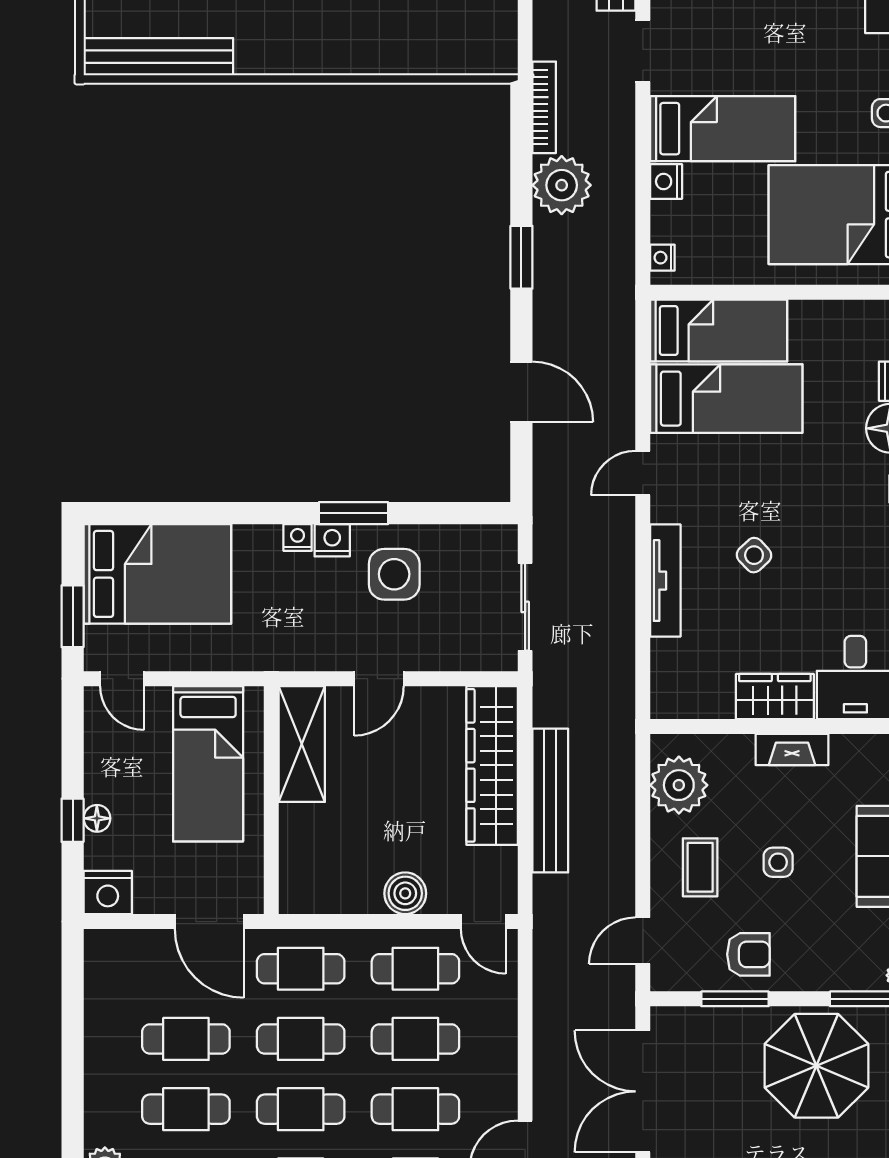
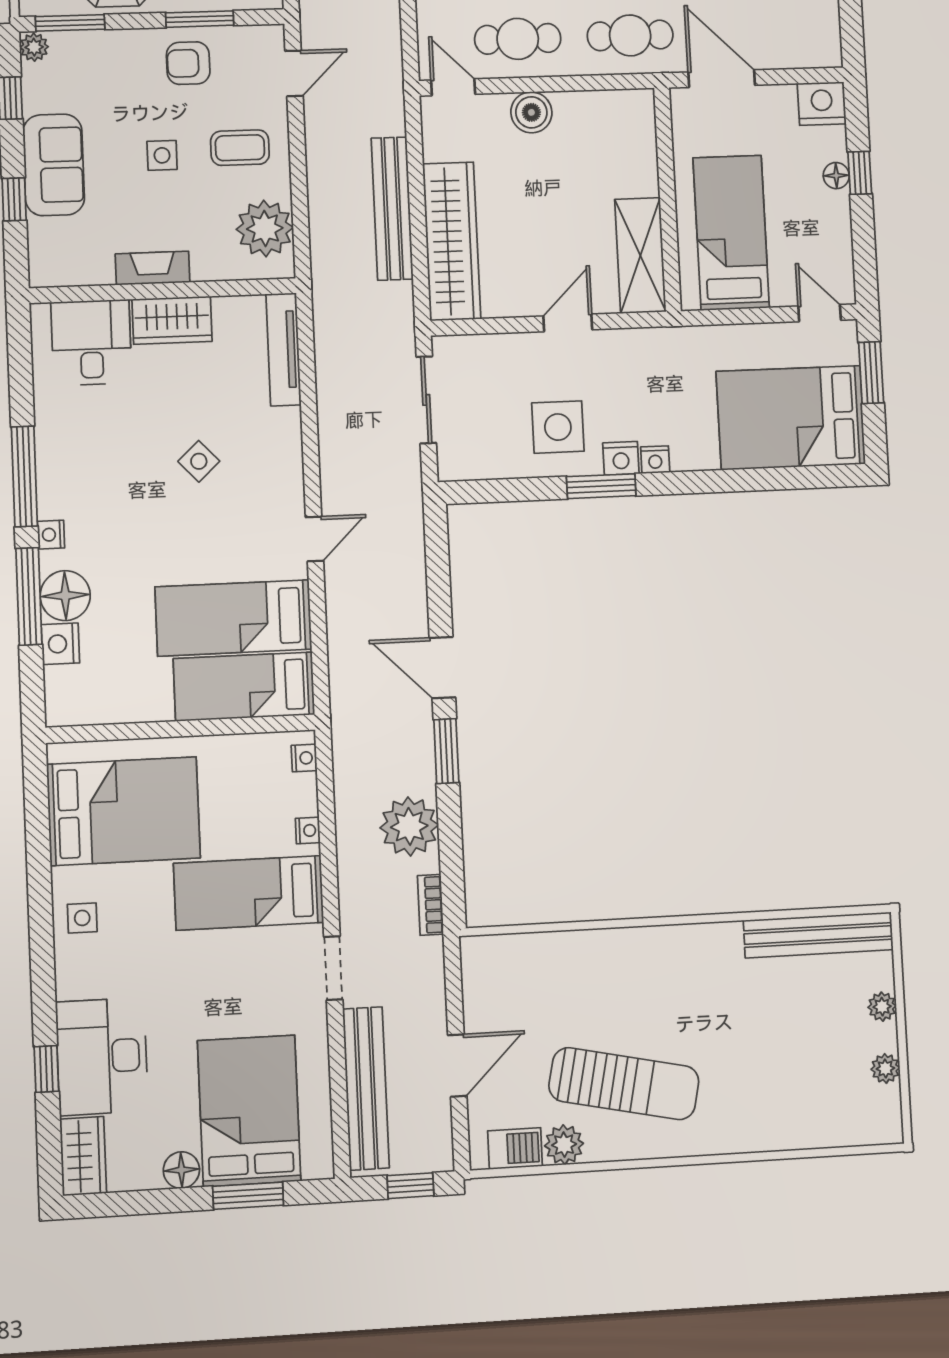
bookcase: (544, 107) -> (431, 905), width x0.64
nightstand: (666, 181) -> (308, 831), width x0.72, depth x0.74
door: (521, 392) -> (442, 668), moved
tv unit: (665, 581) -> (283, 349), moved
coffee table: (700, 867) -> (240, 148), turned 90

